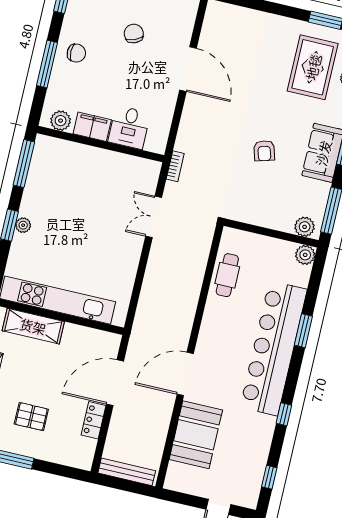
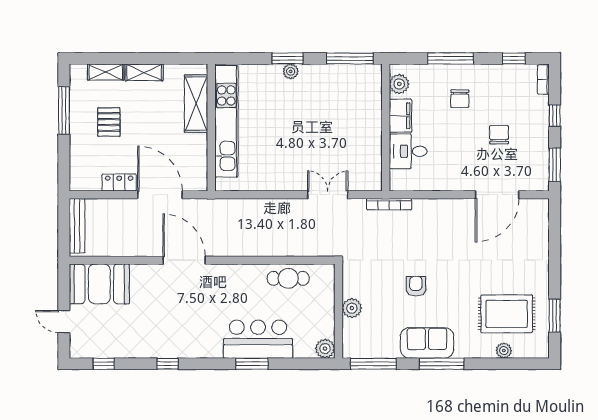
chair: (134, 34) -> (499, 135), turned -68
chair: (76, 53) -> (460, 99), moved
door: (188, 69) -> (497, 195), moved
armchair: (264, 151) -> (416, 286), turned 106
bookcase: (175, 166) -> (389, 204), width x1.56
plant: (305, 227) -> (352, 308), moved
bar counter: (274, 348) -> (258, 339), width x0.54
booth: (196, 435) -> (99, 284), moved

